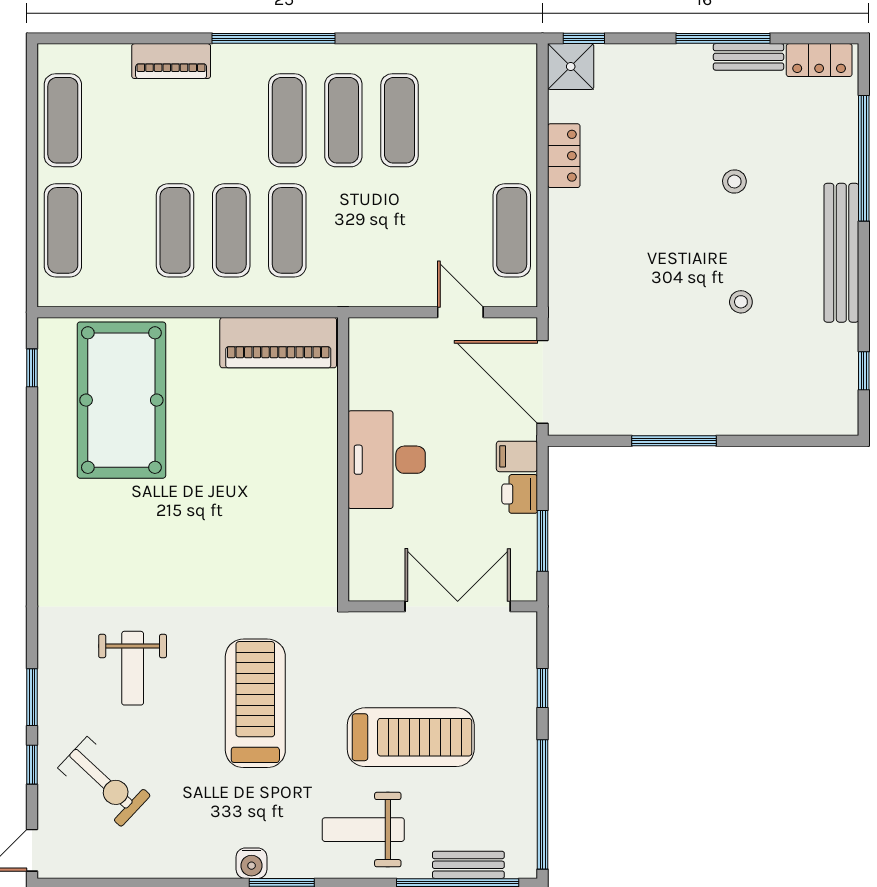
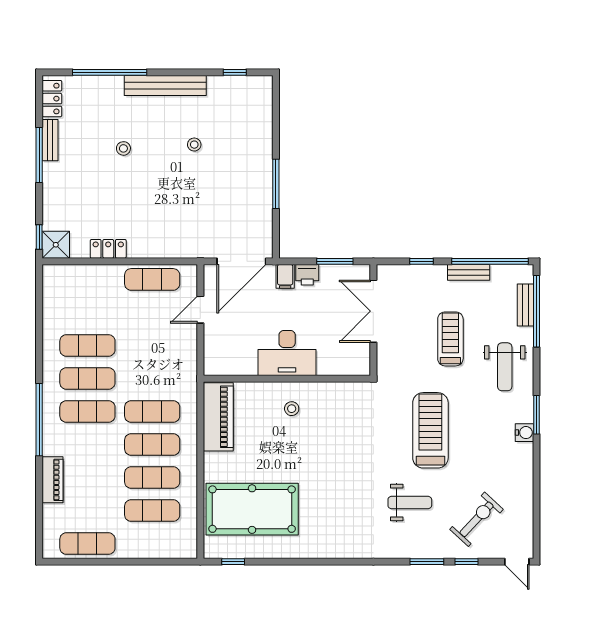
exercise mat: (63, 230) -> (152, 511), moved
stool: (292, 467) -> (292, 409), added
treadmill: (255, 703) -> (430, 430), turned 90
treadmill: (411, 737) -> (450, 339), width x0.73, depth x0.73
bench: (524, 768) -> (469, 272), added

